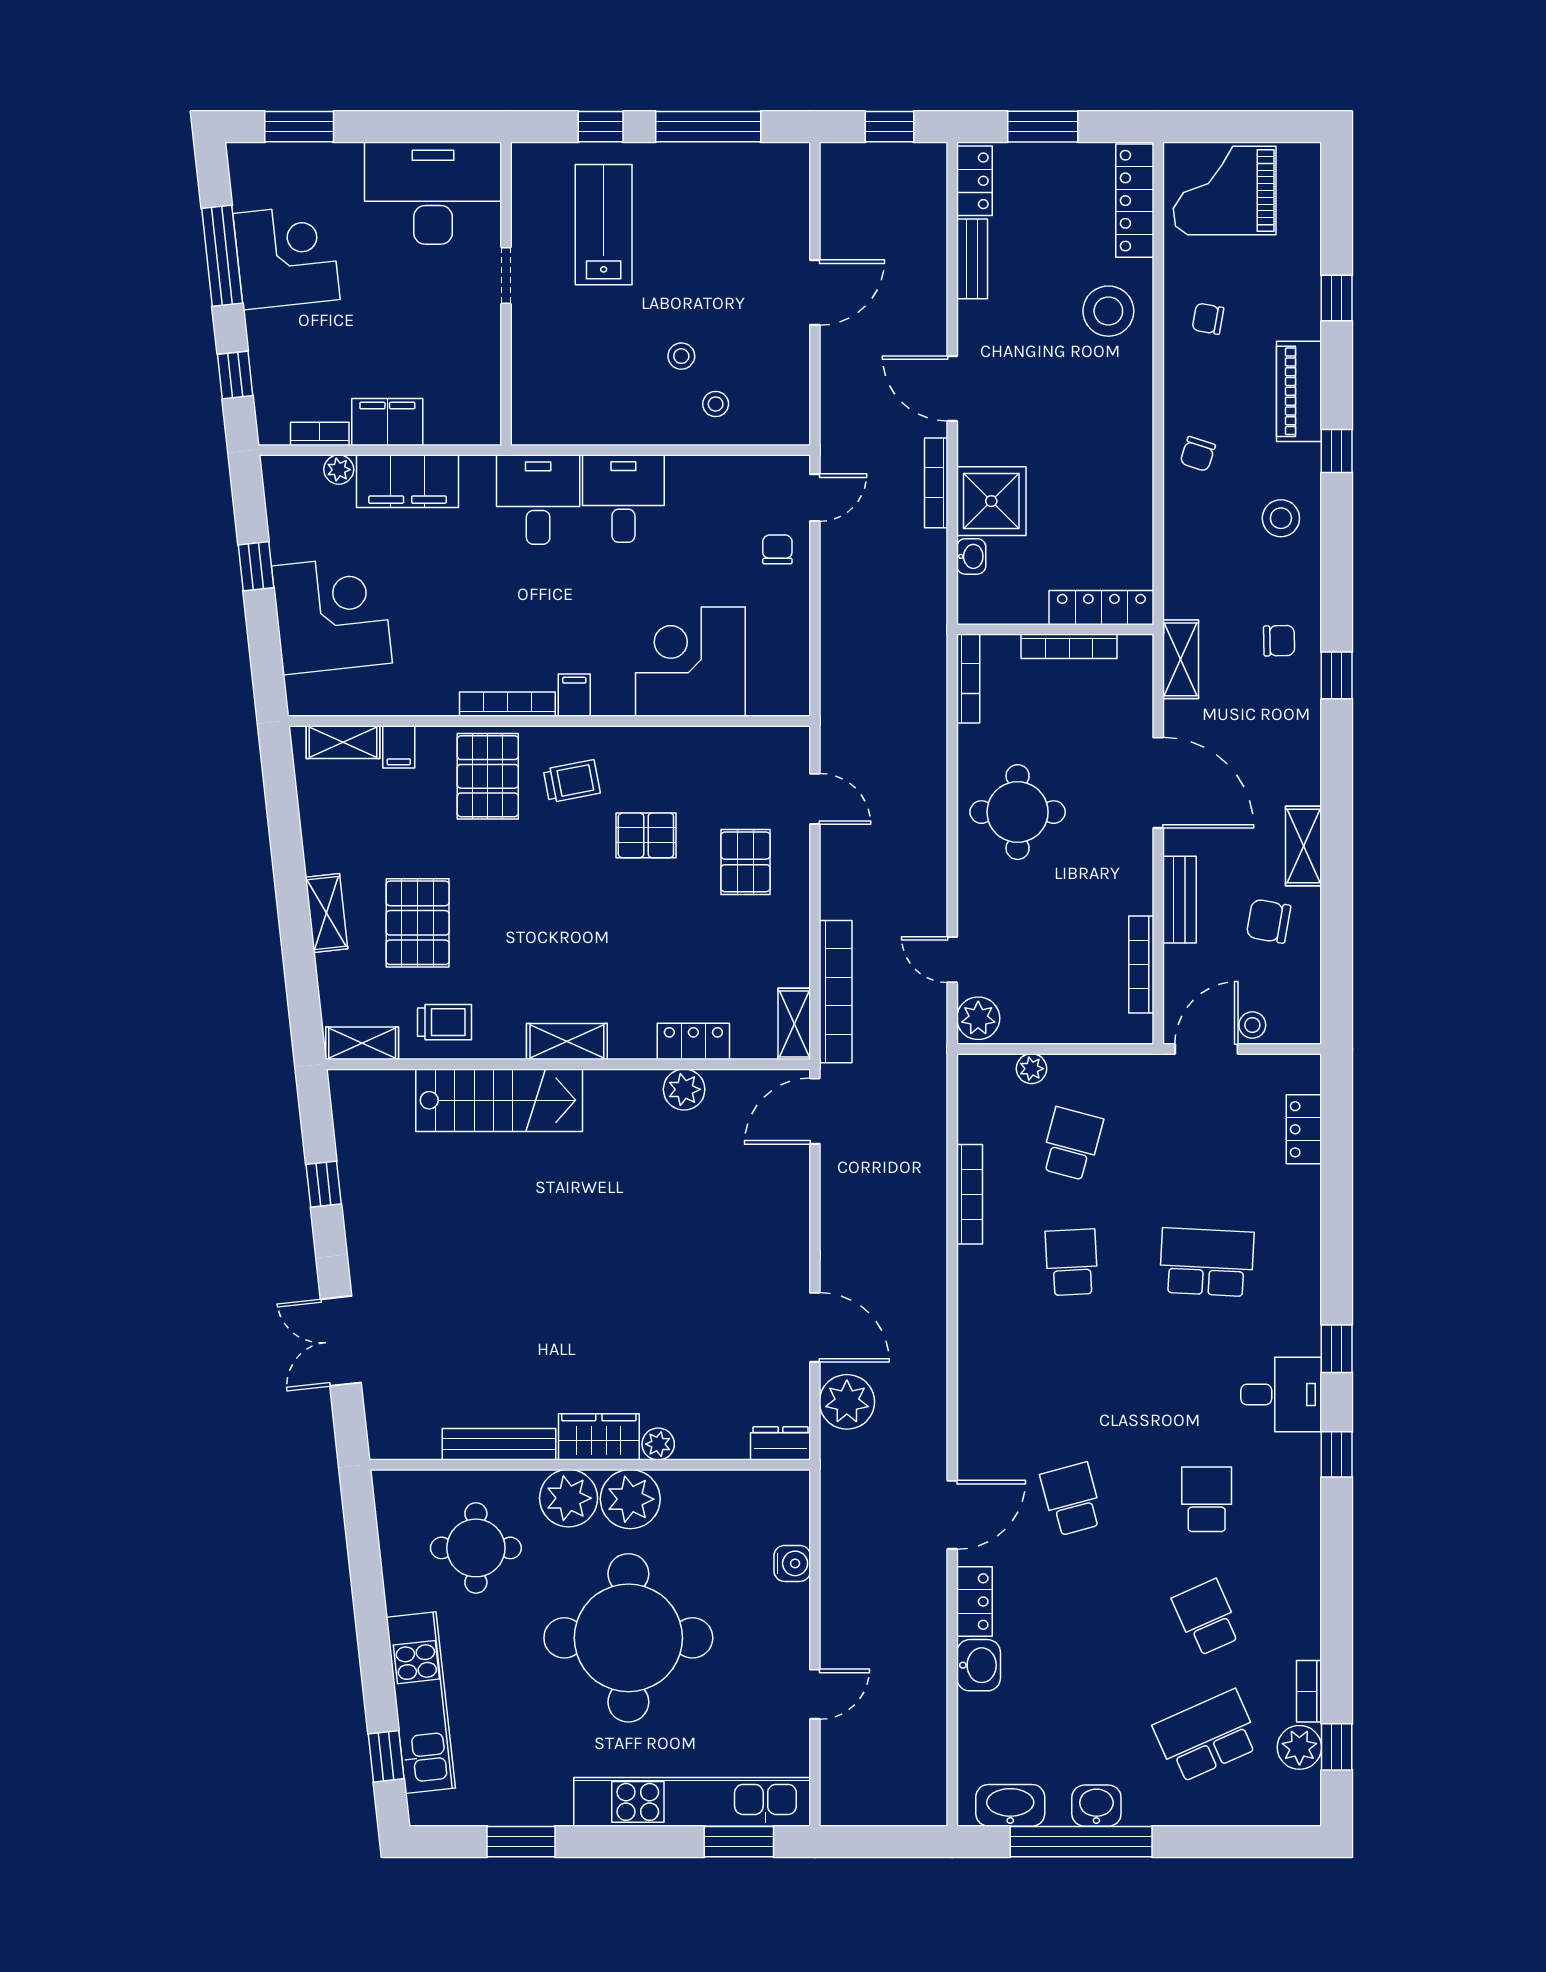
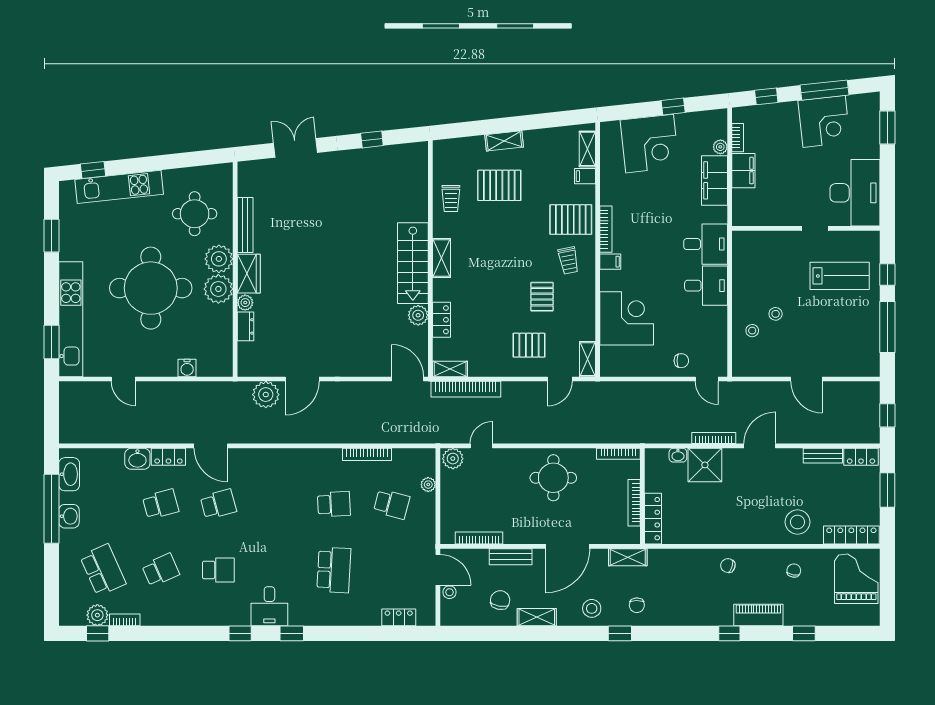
stool: (1281, 518) -> (592, 608), moved
shelving: (362, 1043) -> (588, 359), moved
stairs: (499, 1100) -> (413, 263), moved
dresser: (781, 1443) -> (246, 326), moved
school desk: (1072, 1618) -> (161, 504), added

